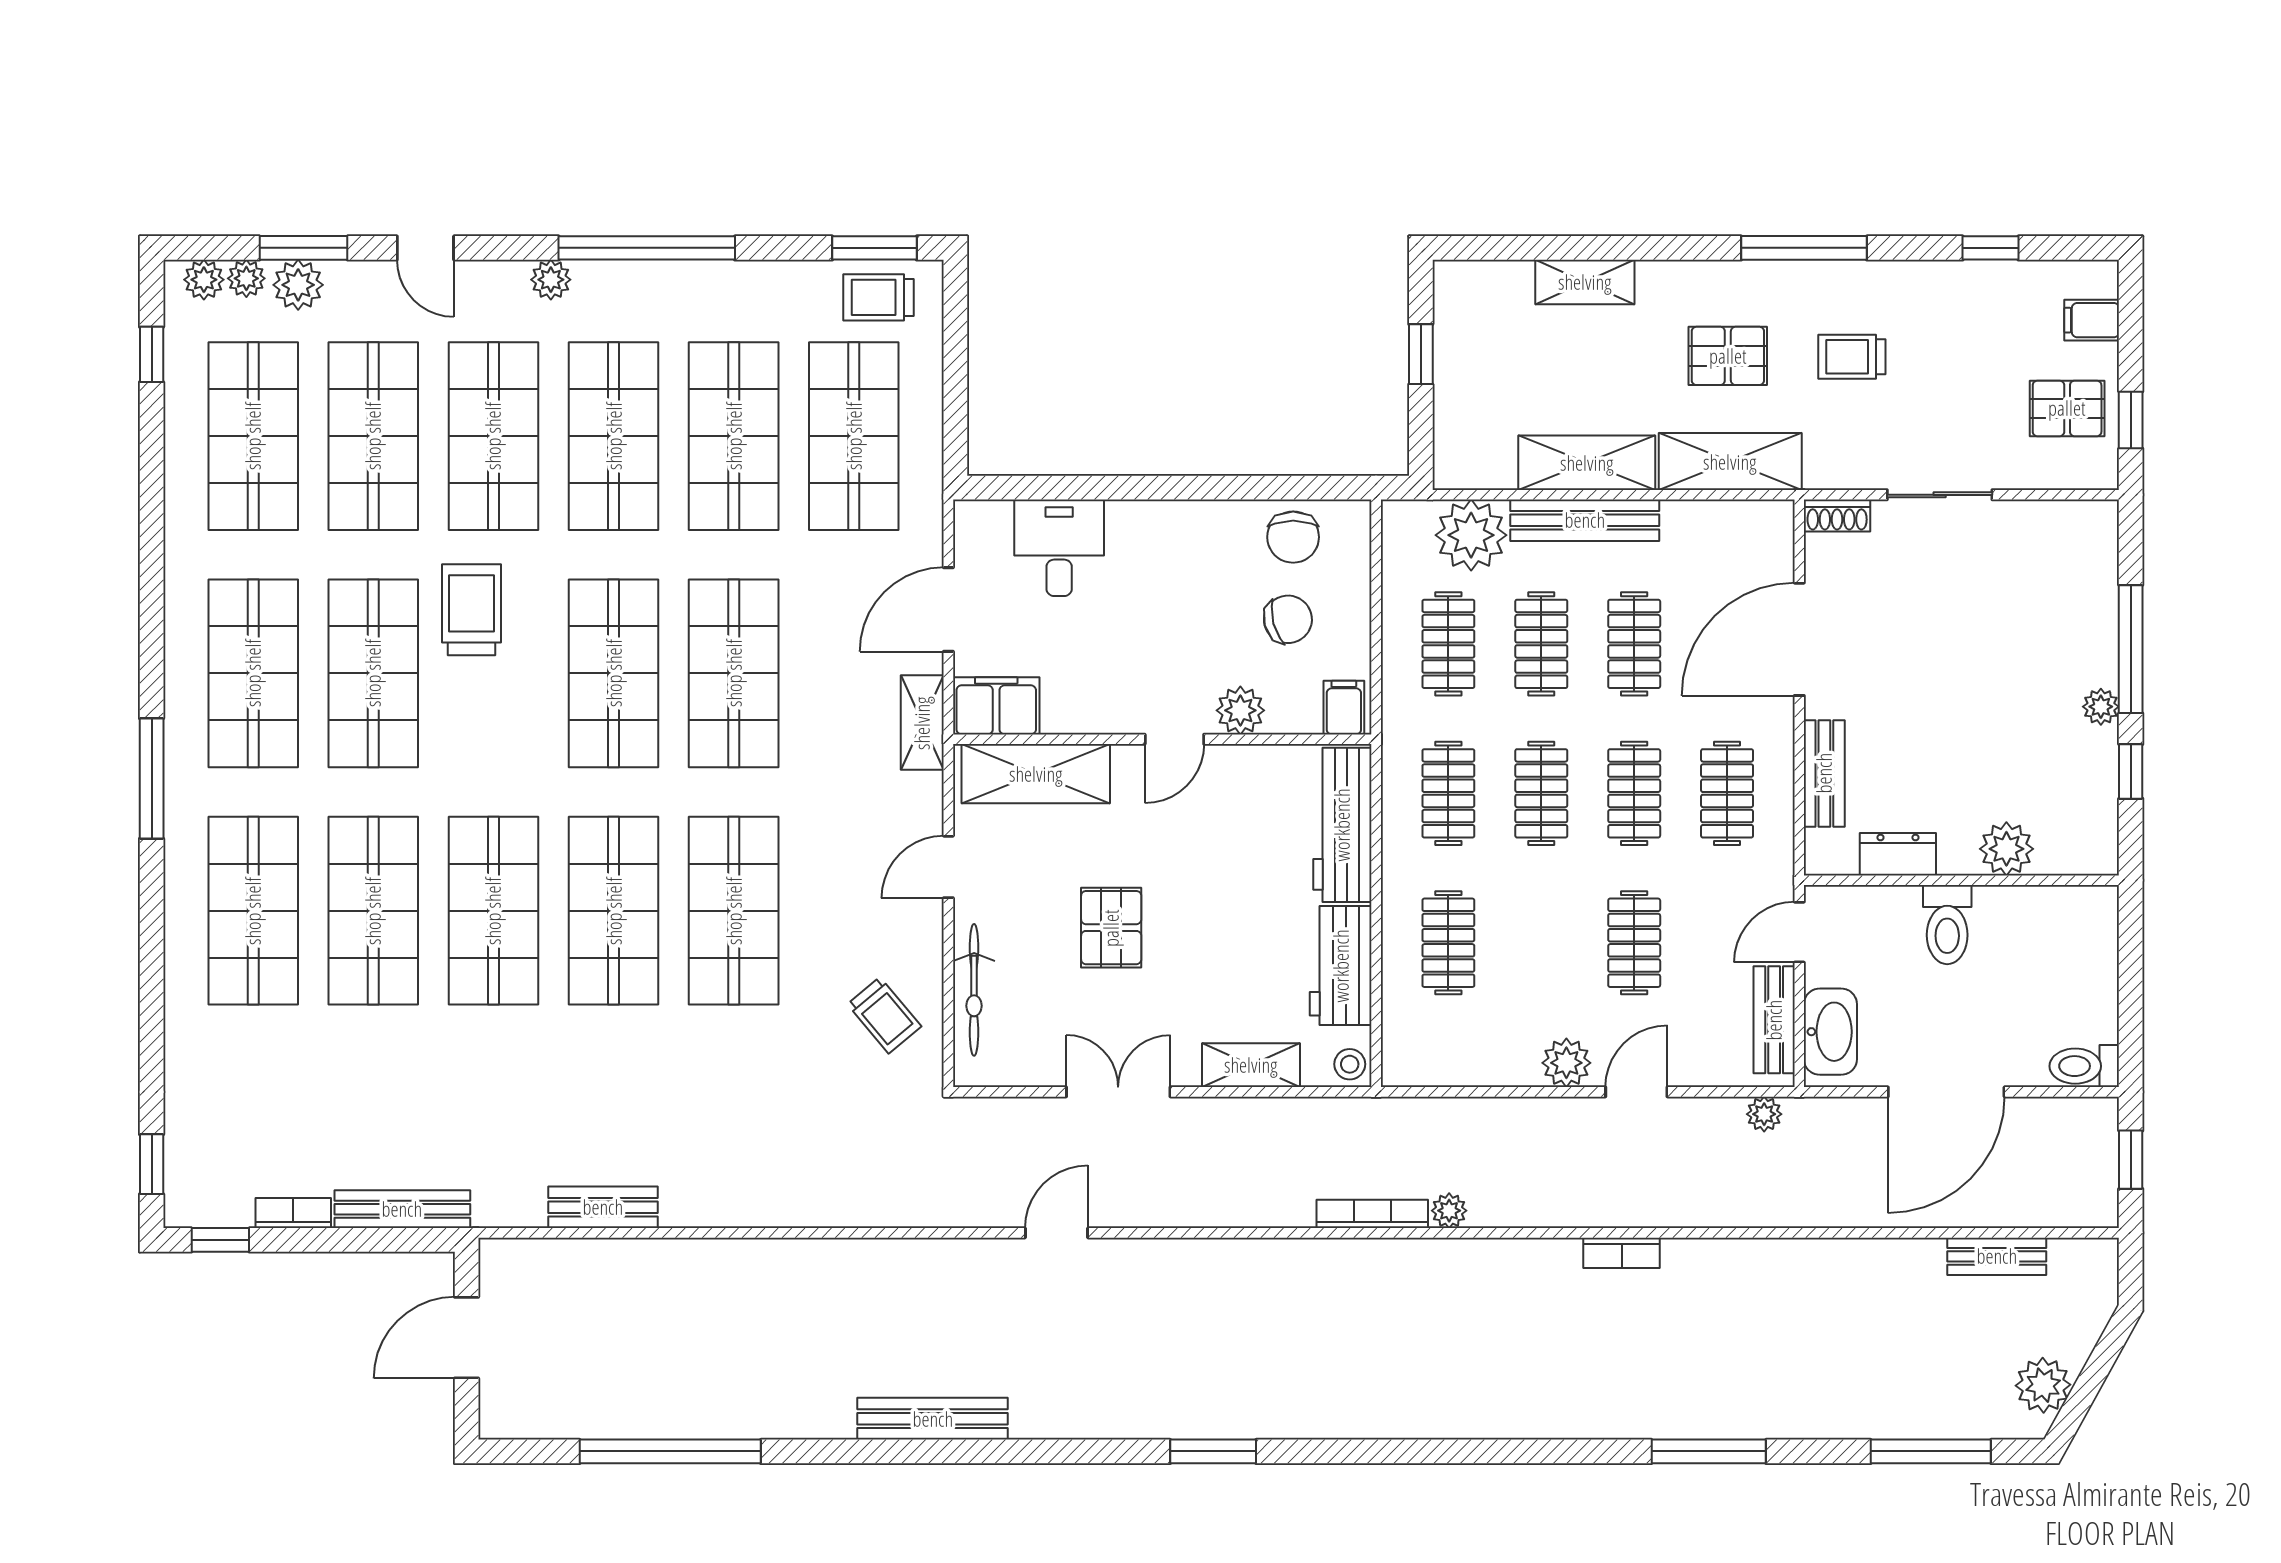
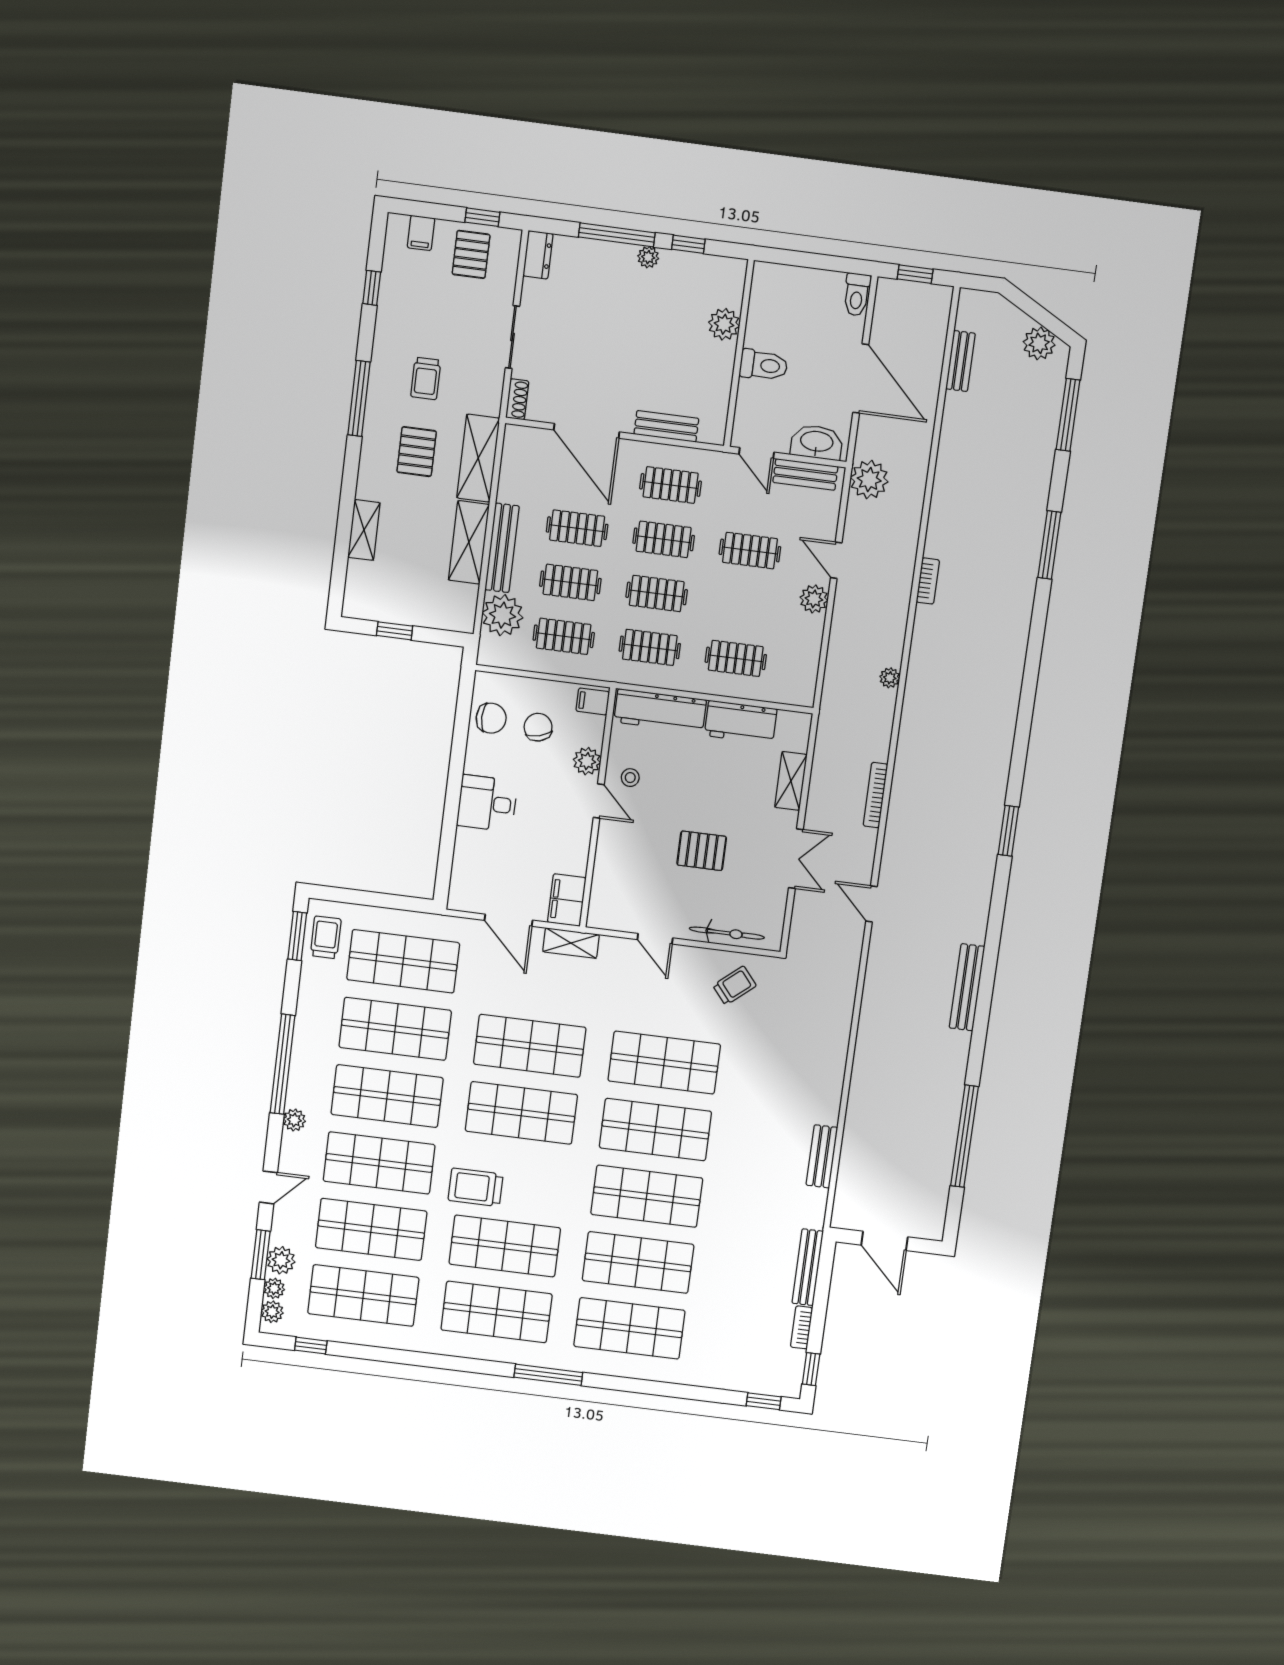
trolley: (879, 297) -> (326, 937), turned 180
desk: (1059, 548) -> (487, 803), moved
shelving: (1036, 774) -> (608, 883), removed
dresser: (1898, 854) -> (538, 255), moved, turned 180
stool: (1350, 1064) -> (630, 778), moved
double door: (1118, 1092) -> (796, 859), swing flipped
plant: (1764, 1114) -> (869, 480), width x1.88, depth x1.88
bookcase: (1372, 1214) -> (875, 795), moved

